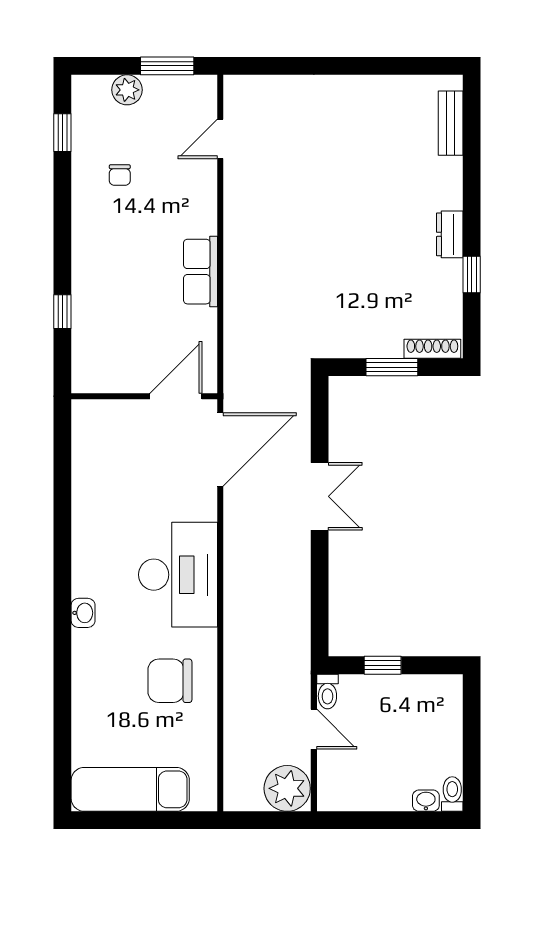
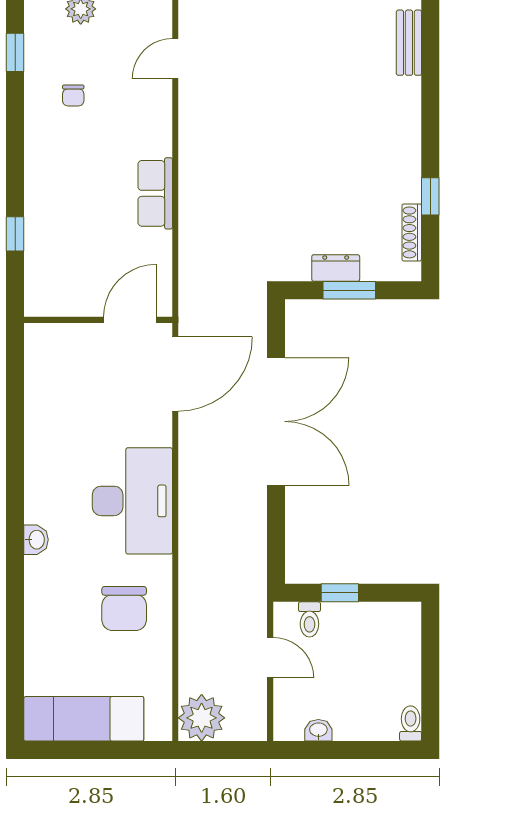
dresser: (450, 234) -> (336, 268), moved, turned 90
shoe rack: (432, 349) -> (412, 232), moved, turned -90
double door: (320, 496) -> (276, 421), width x1.87
chair: (170, 681) -> (124, 609), turned -90
toilet: (327, 691) -> (309, 619), moved
plant: (287, 788) -> (202, 718), moved
washbasin: (426, 801) -> (318, 730), moved

